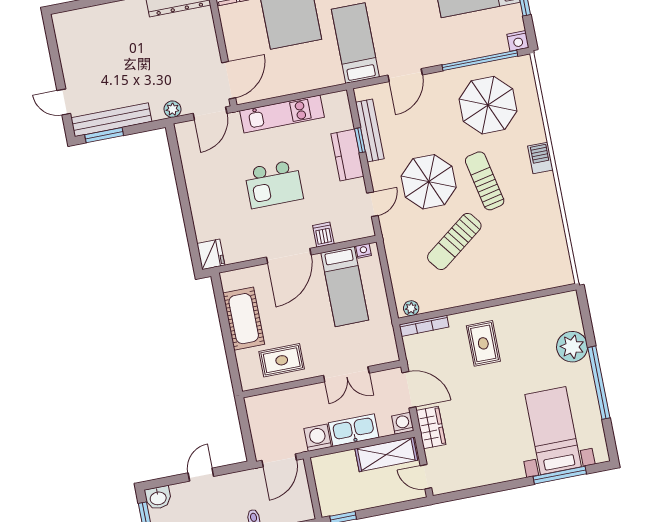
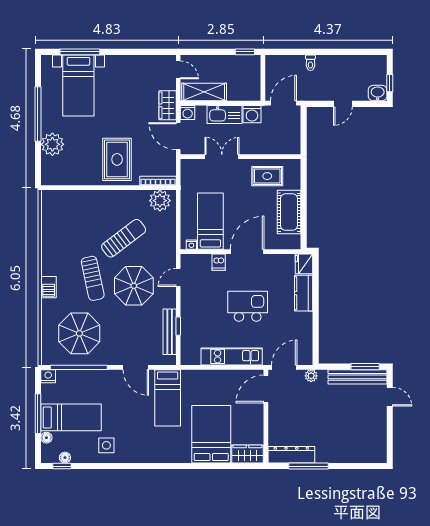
door: (405, 75) -> (136, 367), swing flipped
kitchen counter: (347, 155) -> (304, 293), moved, turned 180
plant: (411, 308) -> (160, 201), width x1.87, depth x1.87
rug: (483, 343) -> (117, 159), width x1.36, depth x1.43

